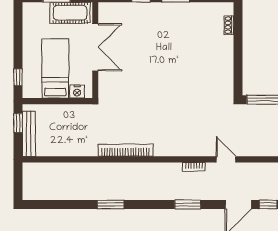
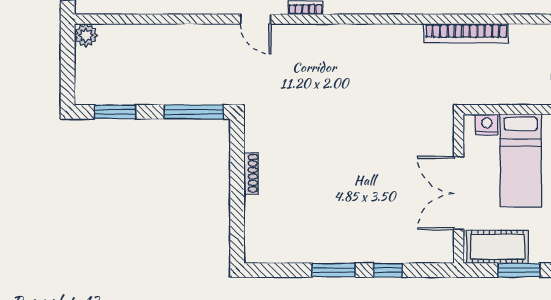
shoe rack: (229, 25) -> (251, 173), moved, width x1.43
bookcase: (126, 150) -> (466, 33), moved

